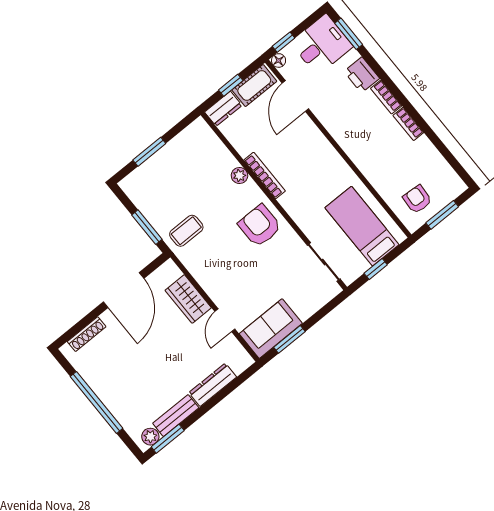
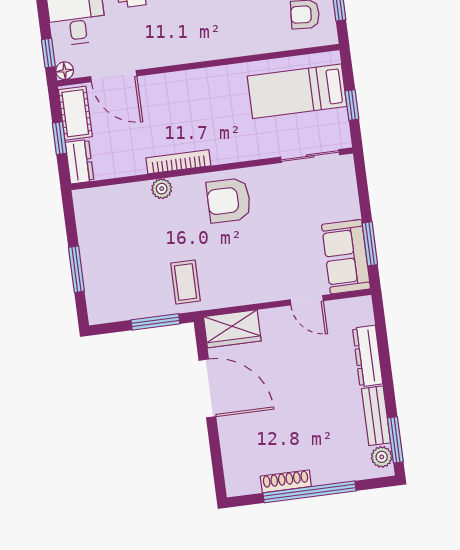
wardrobe: (188, 299) -> (232, 329), moved
shoe rack: (87, 334) -> (286, 481), moved, turned -90

